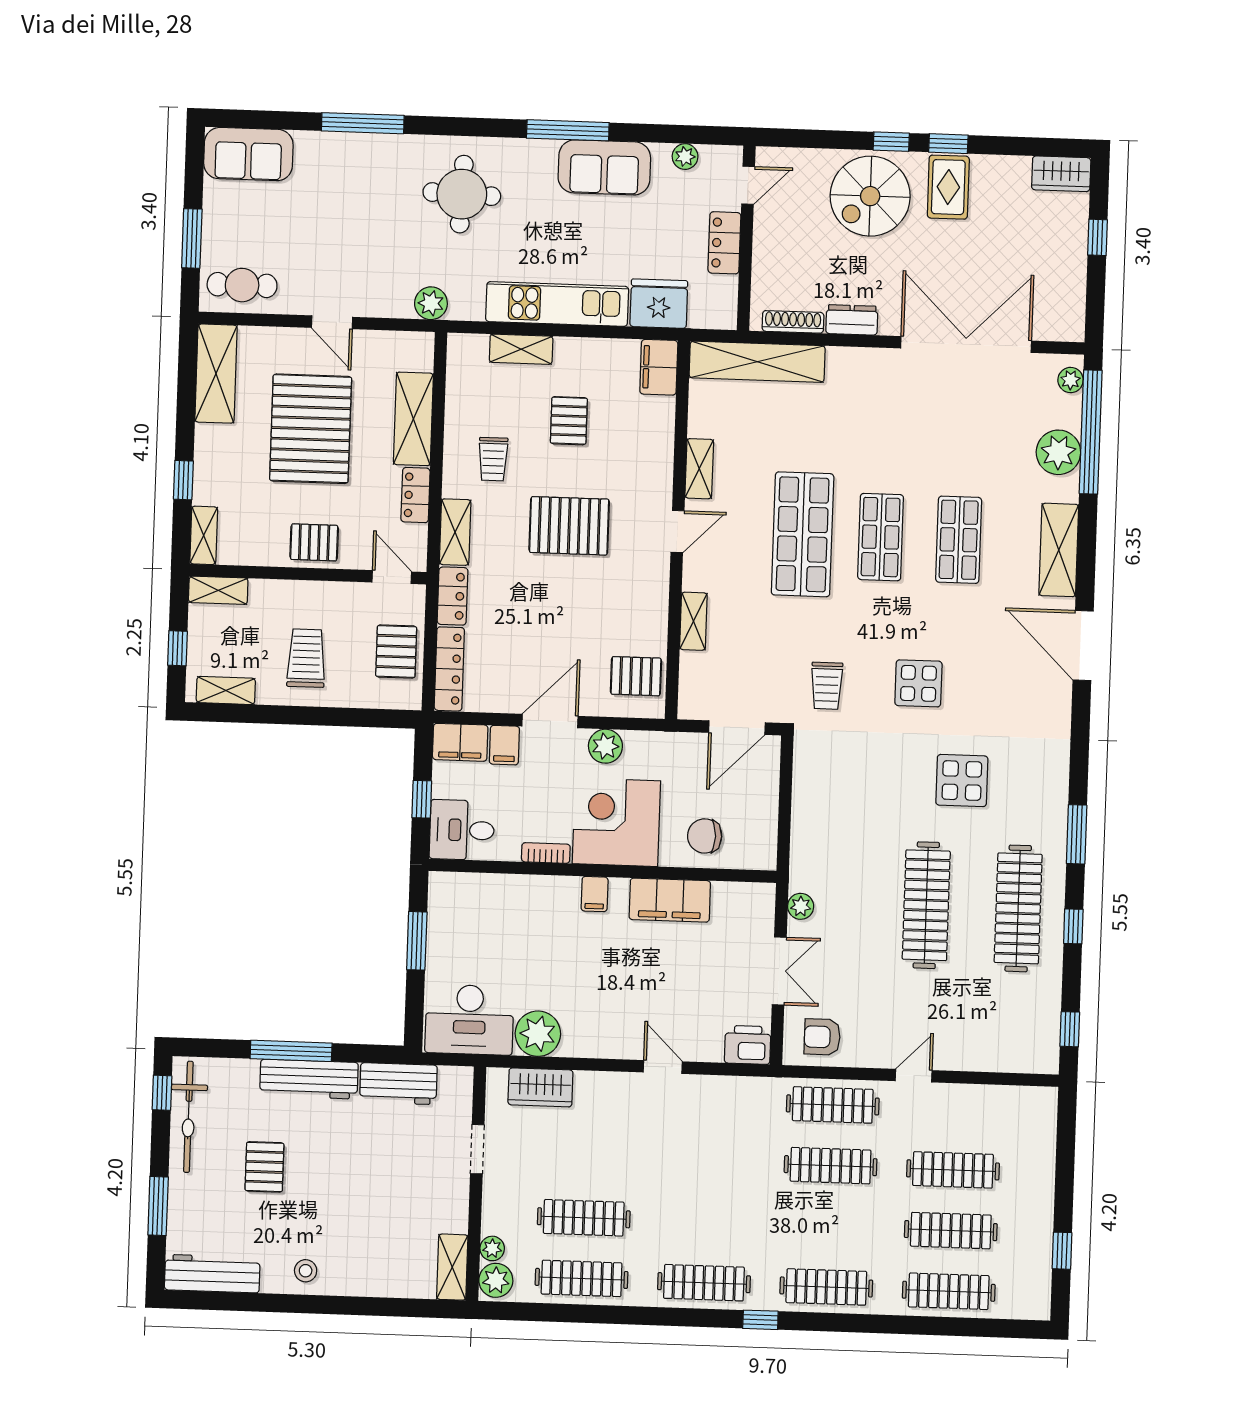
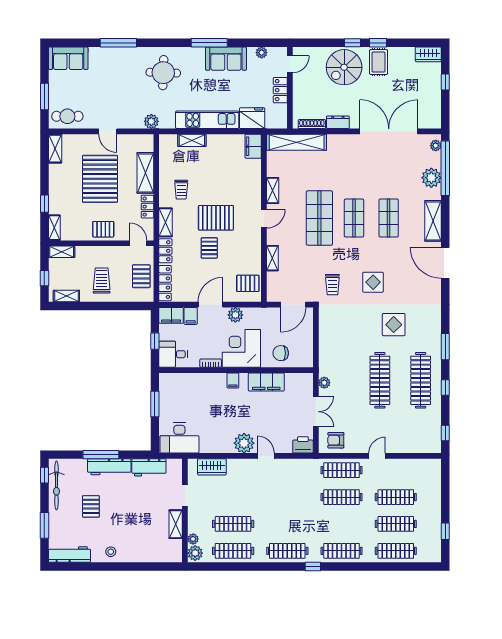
shelving: (216, 374) -> (55, 149), width x0.67, depth x0.75
pallet: (569, 421) -> (209, 248), moved
plant: (538, 1034) -> (244, 443), moved
shelving: (452, 1267) -> (176, 524), moved

